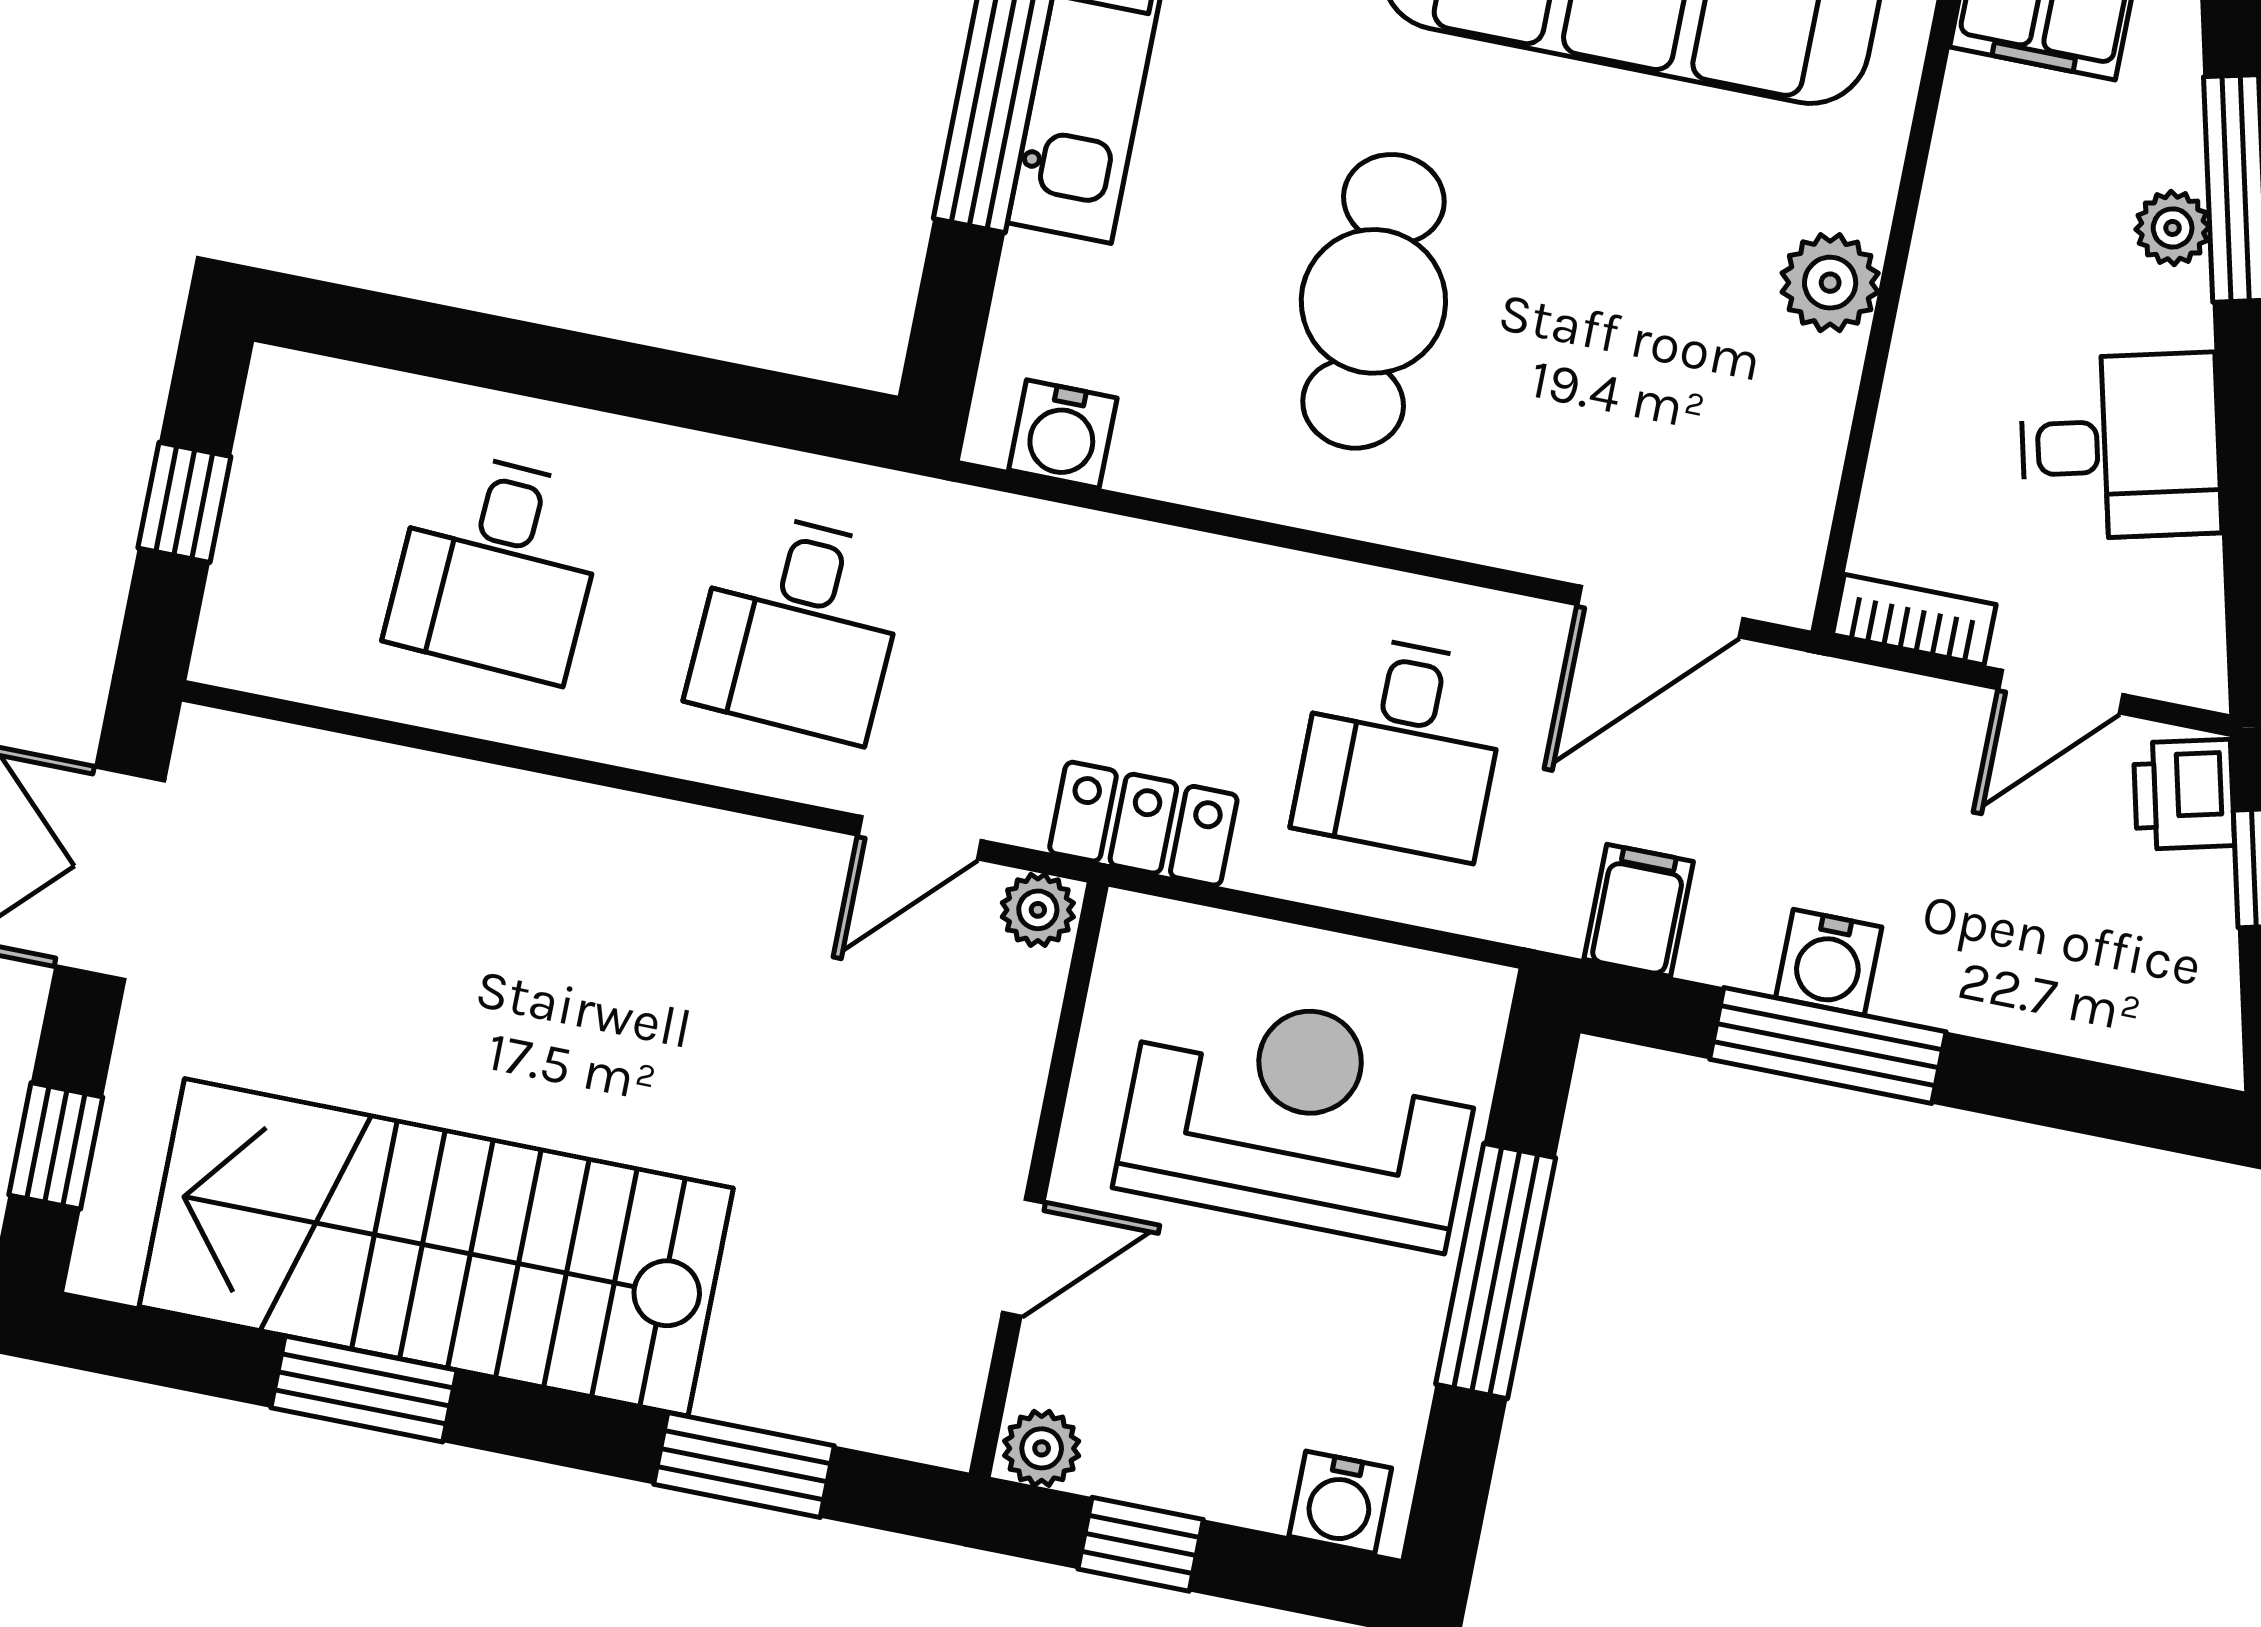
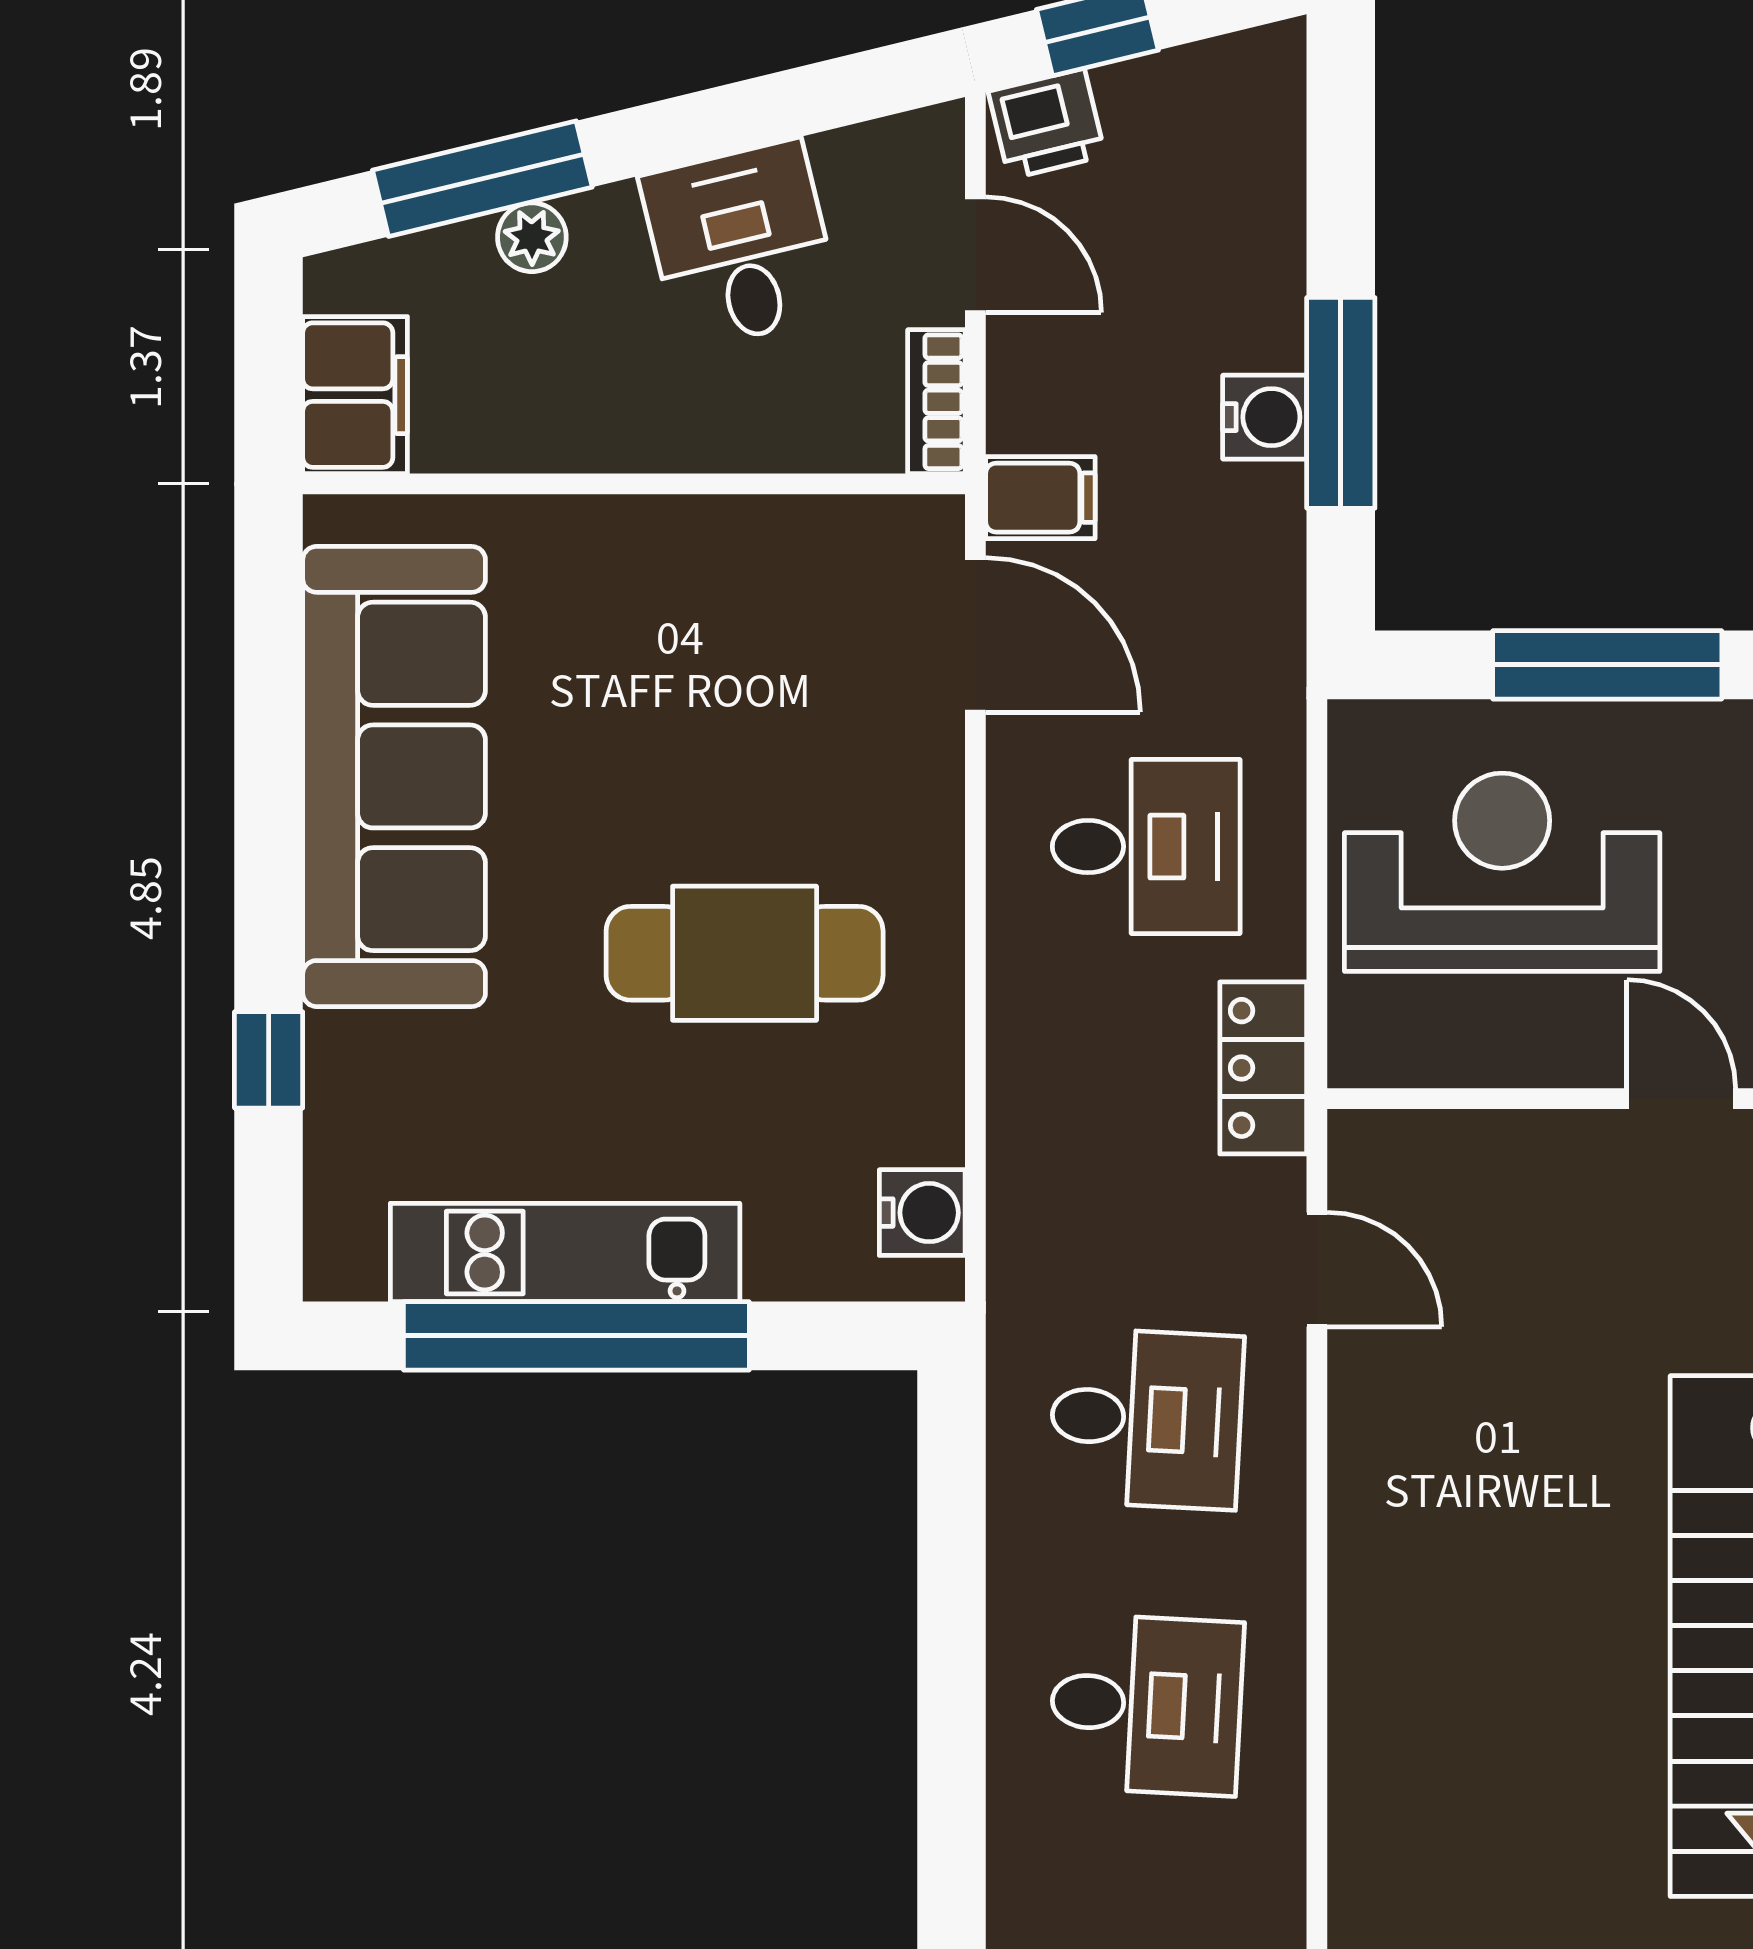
plant: (1830, 283) -> (644, 540), removed
plant: (1038, 910) -> (1361, 1149), removed
filing cabinet: (1639, 910) -> (1040, 498), moved, turned 180
reception desk: (1299, 1117) -> (1502, 872), turned 90

